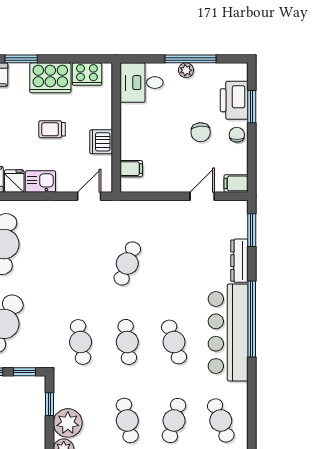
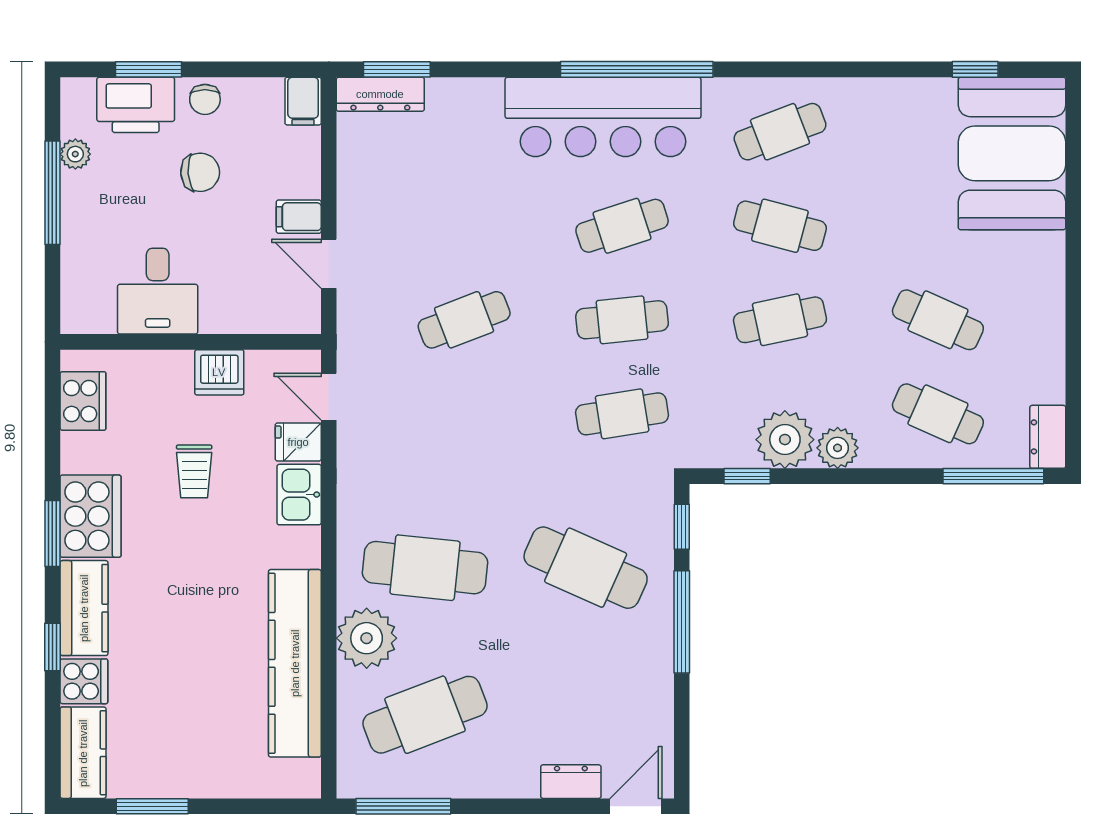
plant: (186, 70) -> (75, 154), moved
cooker: (50, 78) -> (91, 516), moved
desk: (142, 83) -> (158, 291), moved
chair: (237, 135) -> (205, 99), turned -90
filing cabinet: (131, 169) -> (299, 217), moved, turned -90
fridge: (14, 181) -> (298, 442), moved
door: (202, 196) -> (329, 264), moved
dresser: (239, 261) -> (380, 94), moved
cafe table: (127, 263) -> (464, 320), turned -42
window: (252, 319) -> (637, 69), moved

